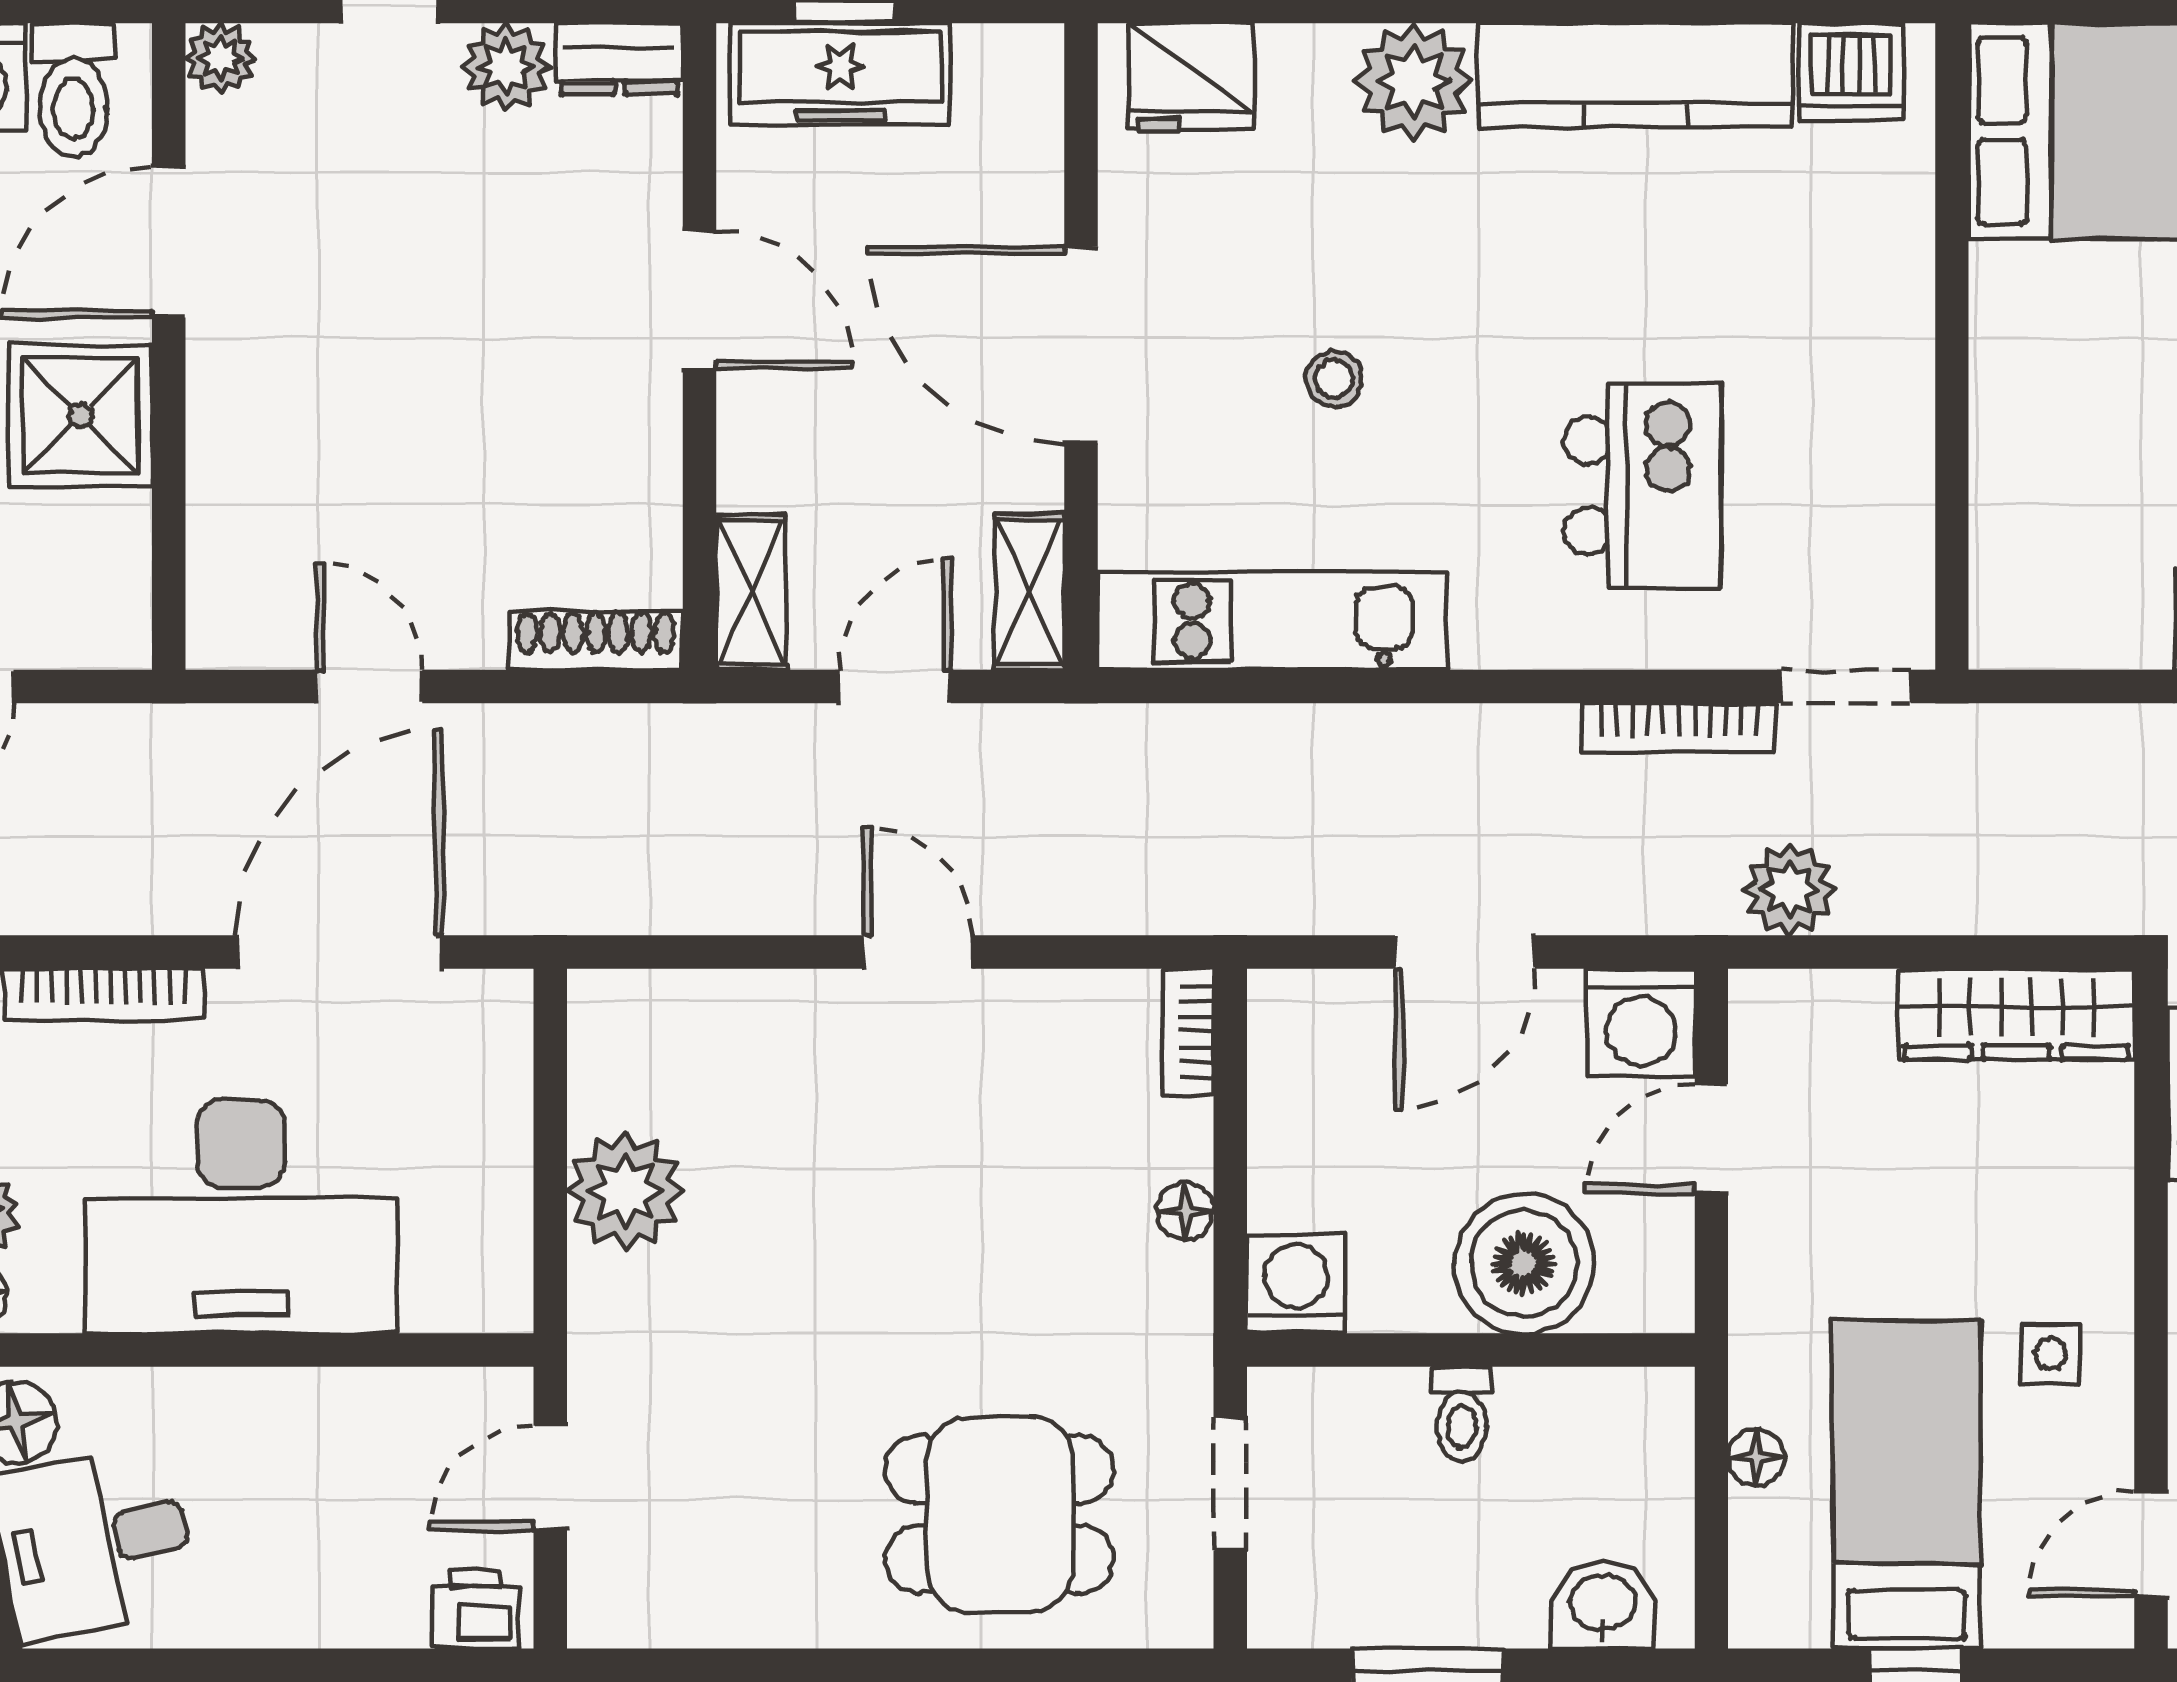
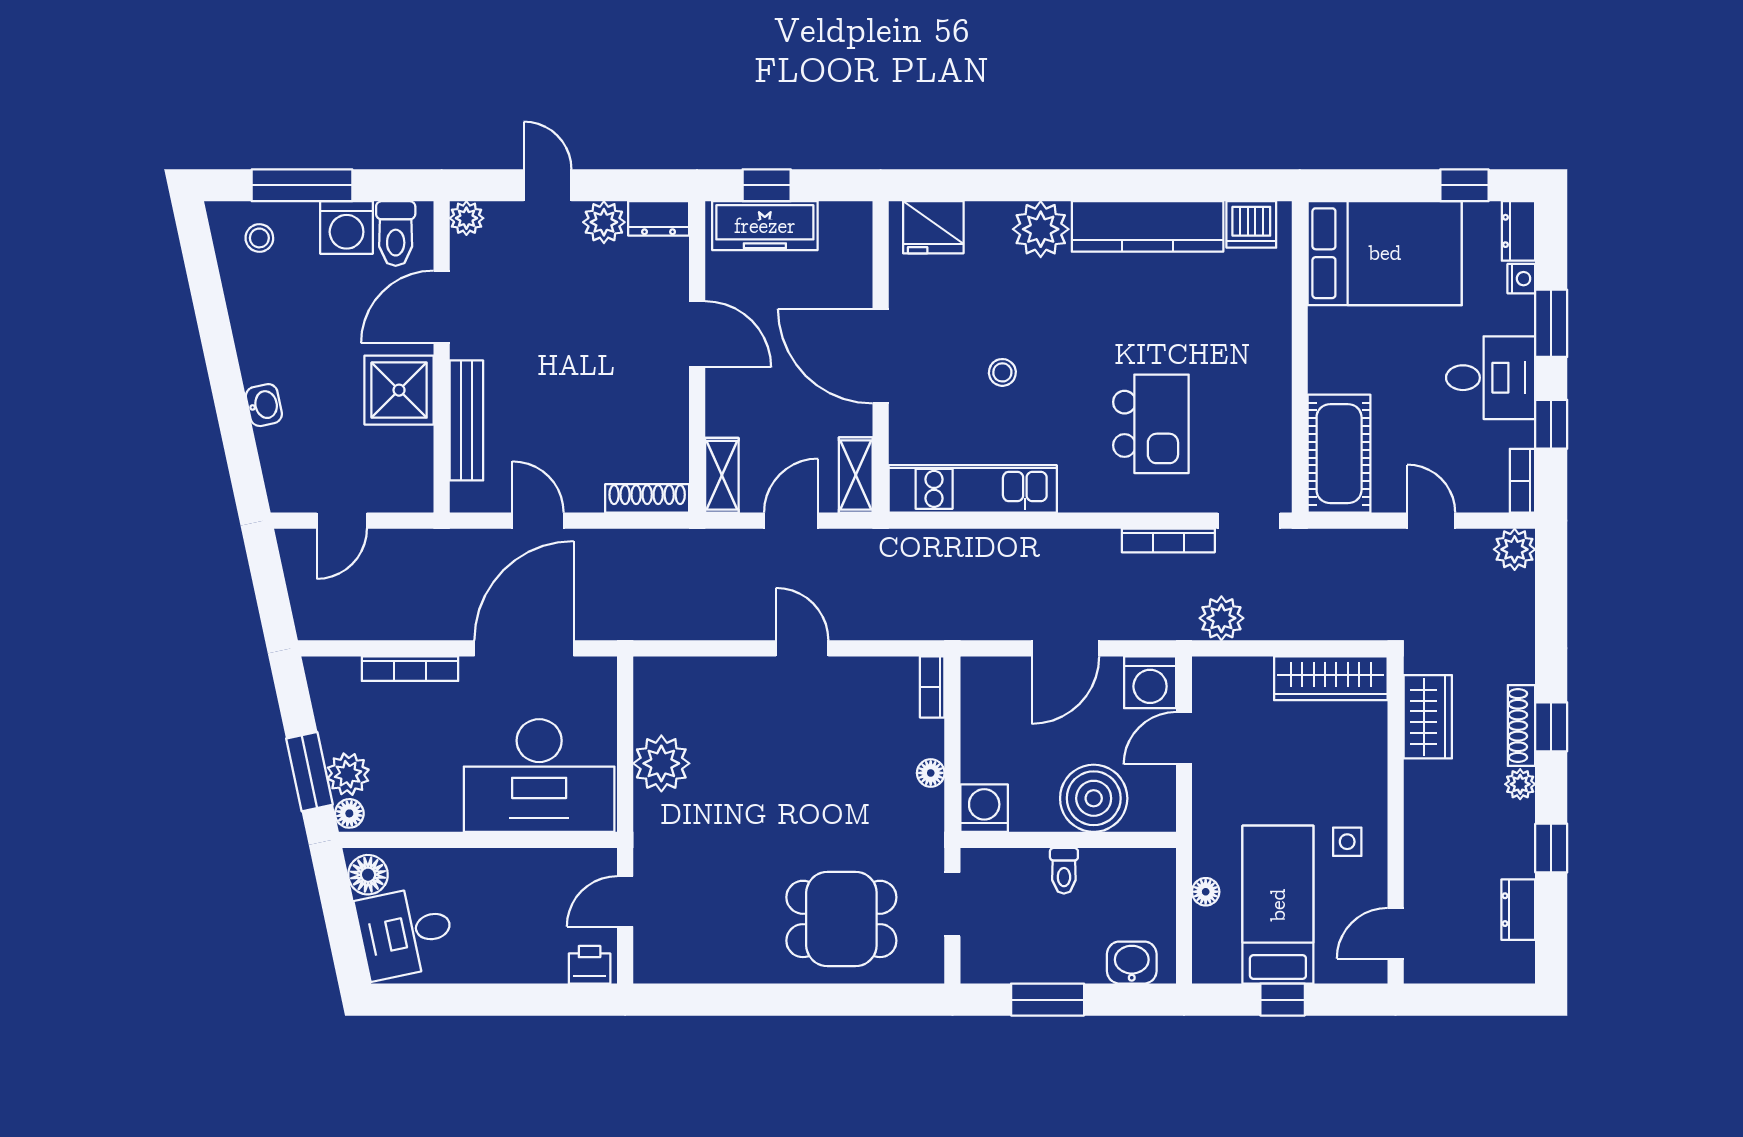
bench: (220, 479) -> (466, 420), added
cot: (2034, 547) -> (1339, 454), added
desk: (241, 1216) -> (539, 776), moved

